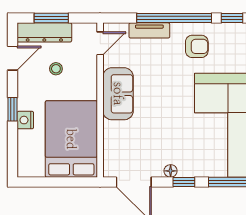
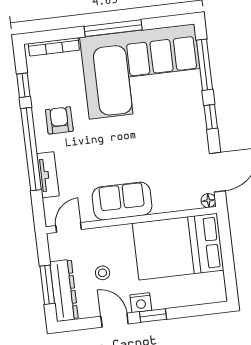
door: (100, 43) -> (69, 228), hinge flipped
door: (12, 58) -> (115, 320), moved
nightstand: (25, 120) -> (141, 303), moved
floor lamp: (171, 171) -> (208, 201), moved

